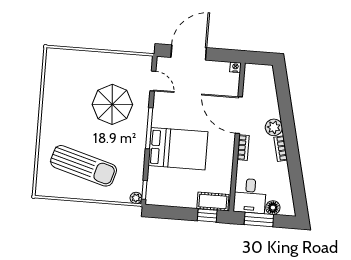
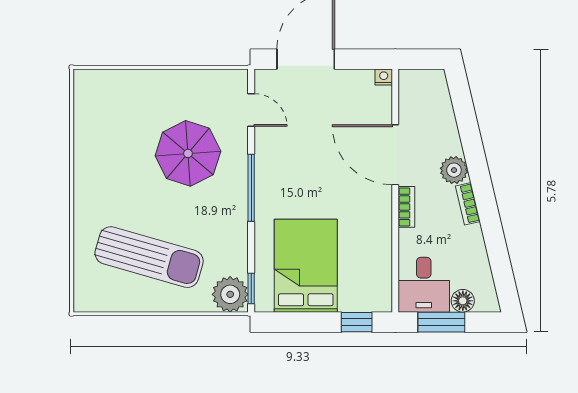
bed: (178, 149) -> (306, 266), moved, turned -90
plant: (136, 198) -> (230, 294), width x1.88, depth x1.88
cot: (213, 202) -> (364, 299), removed

